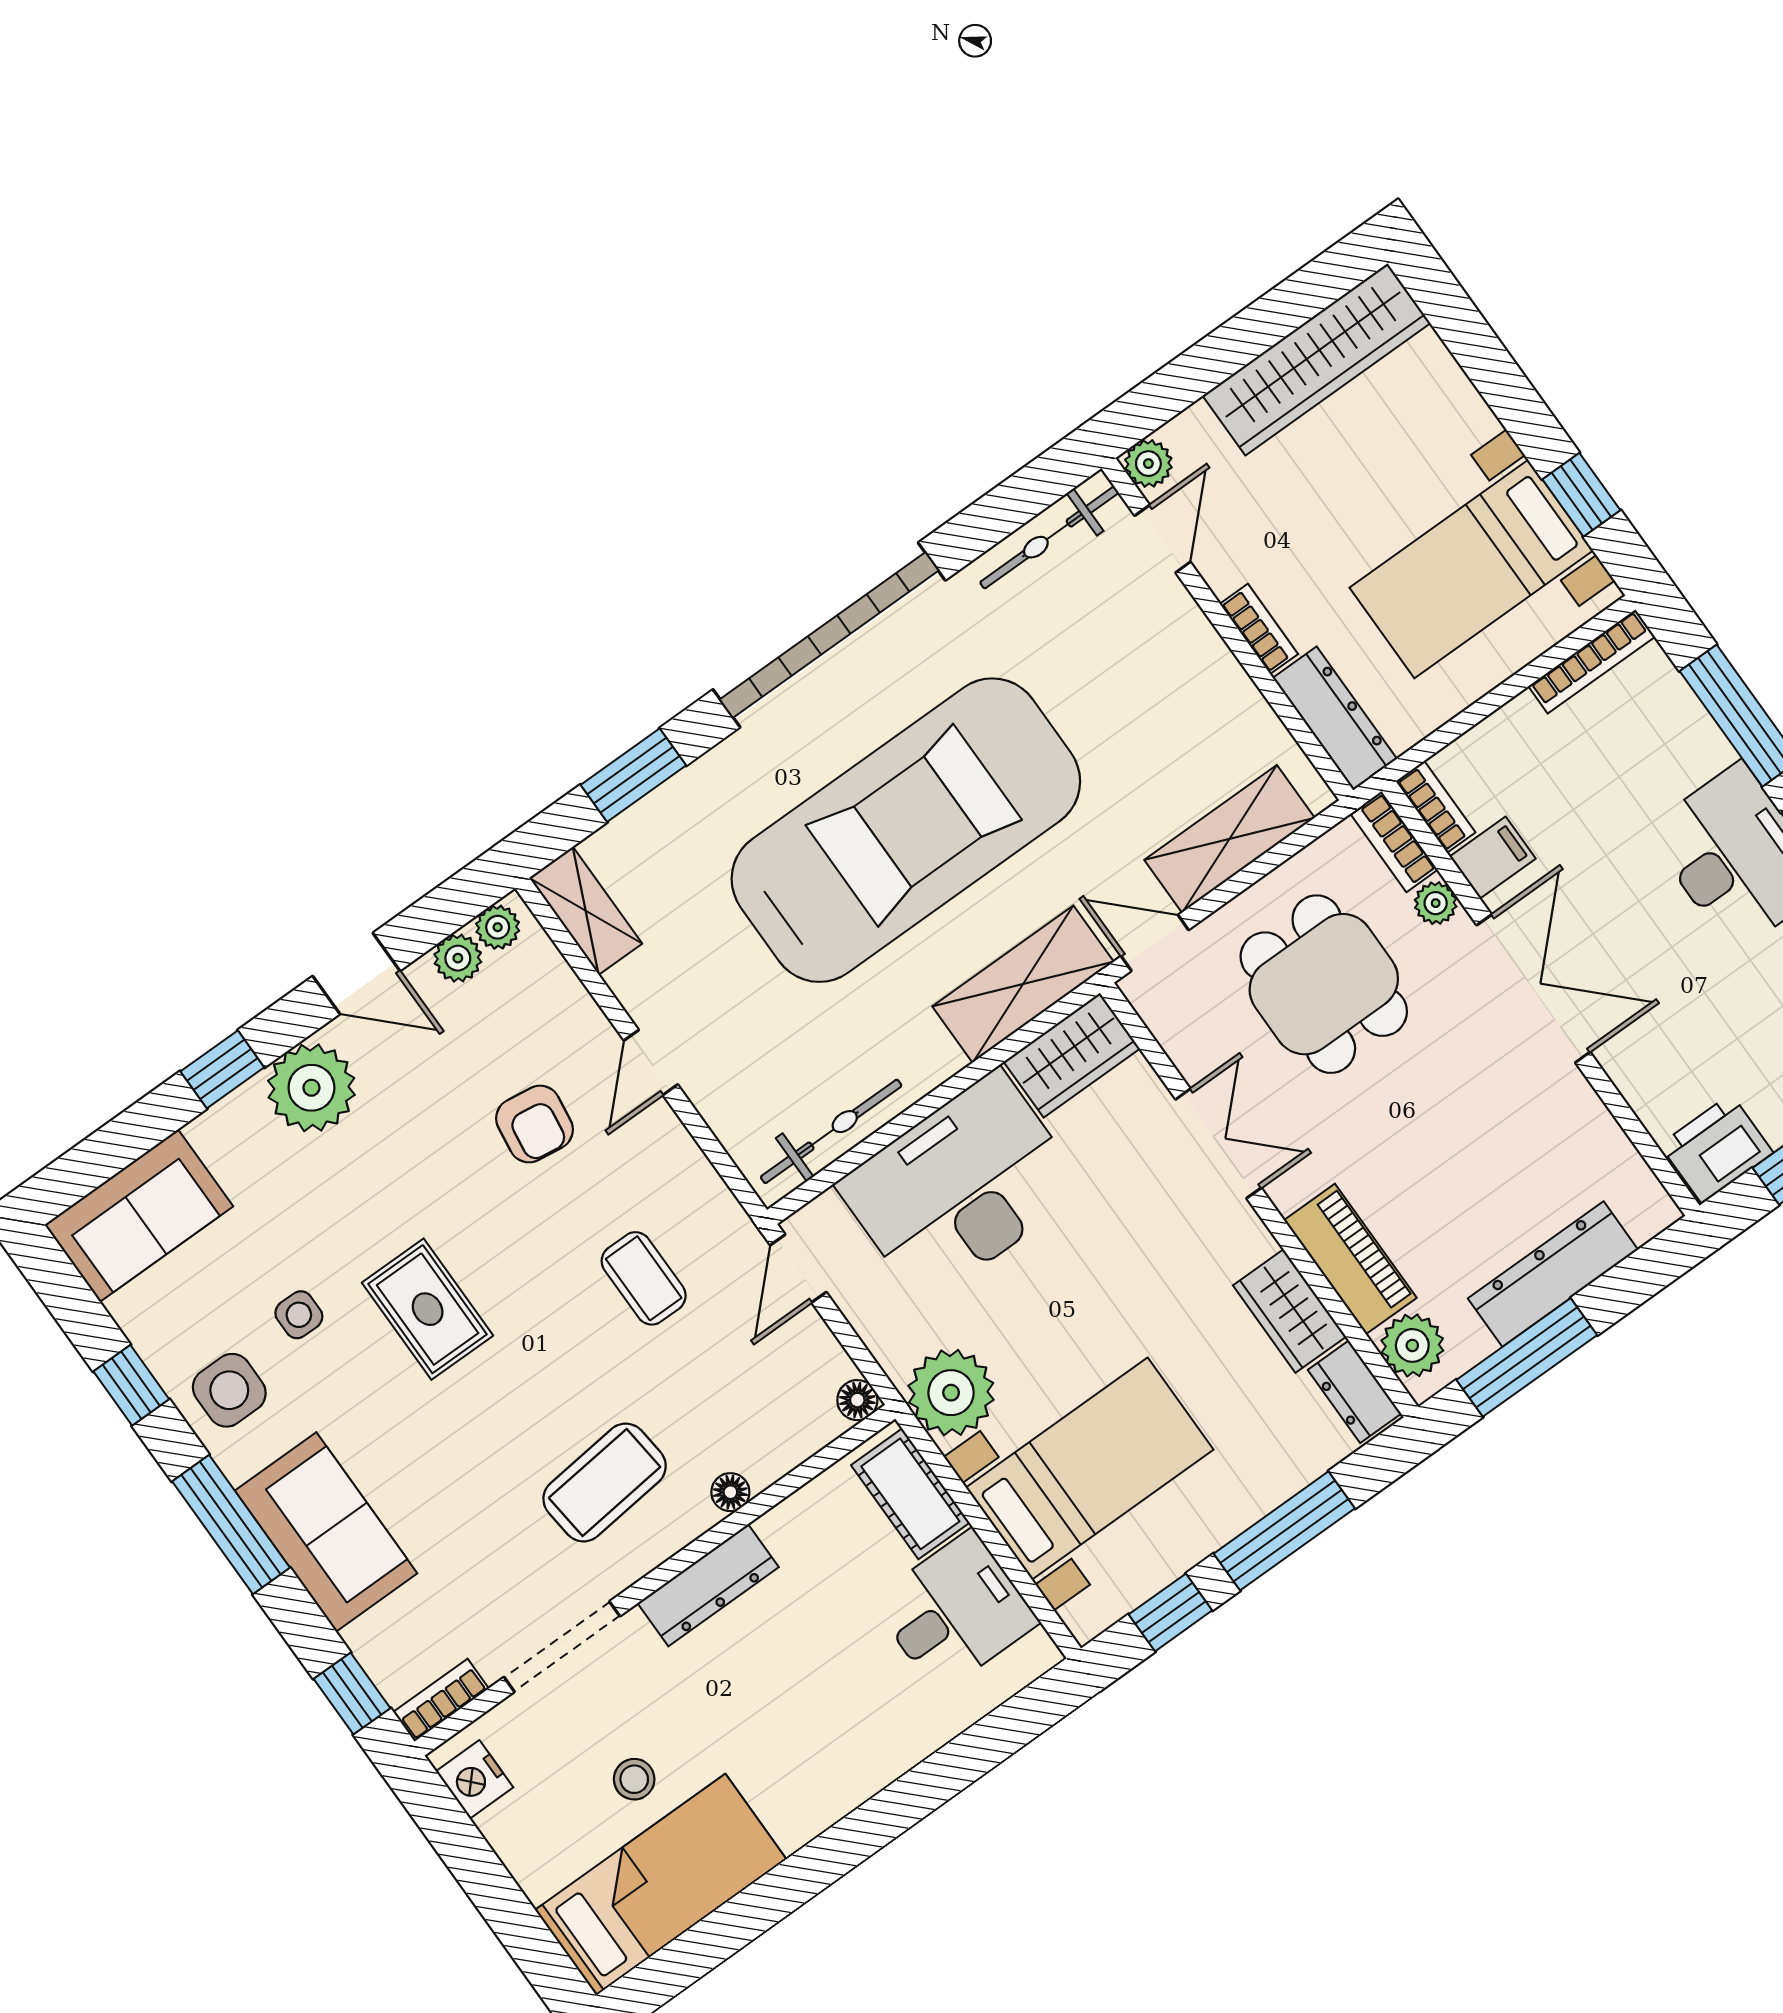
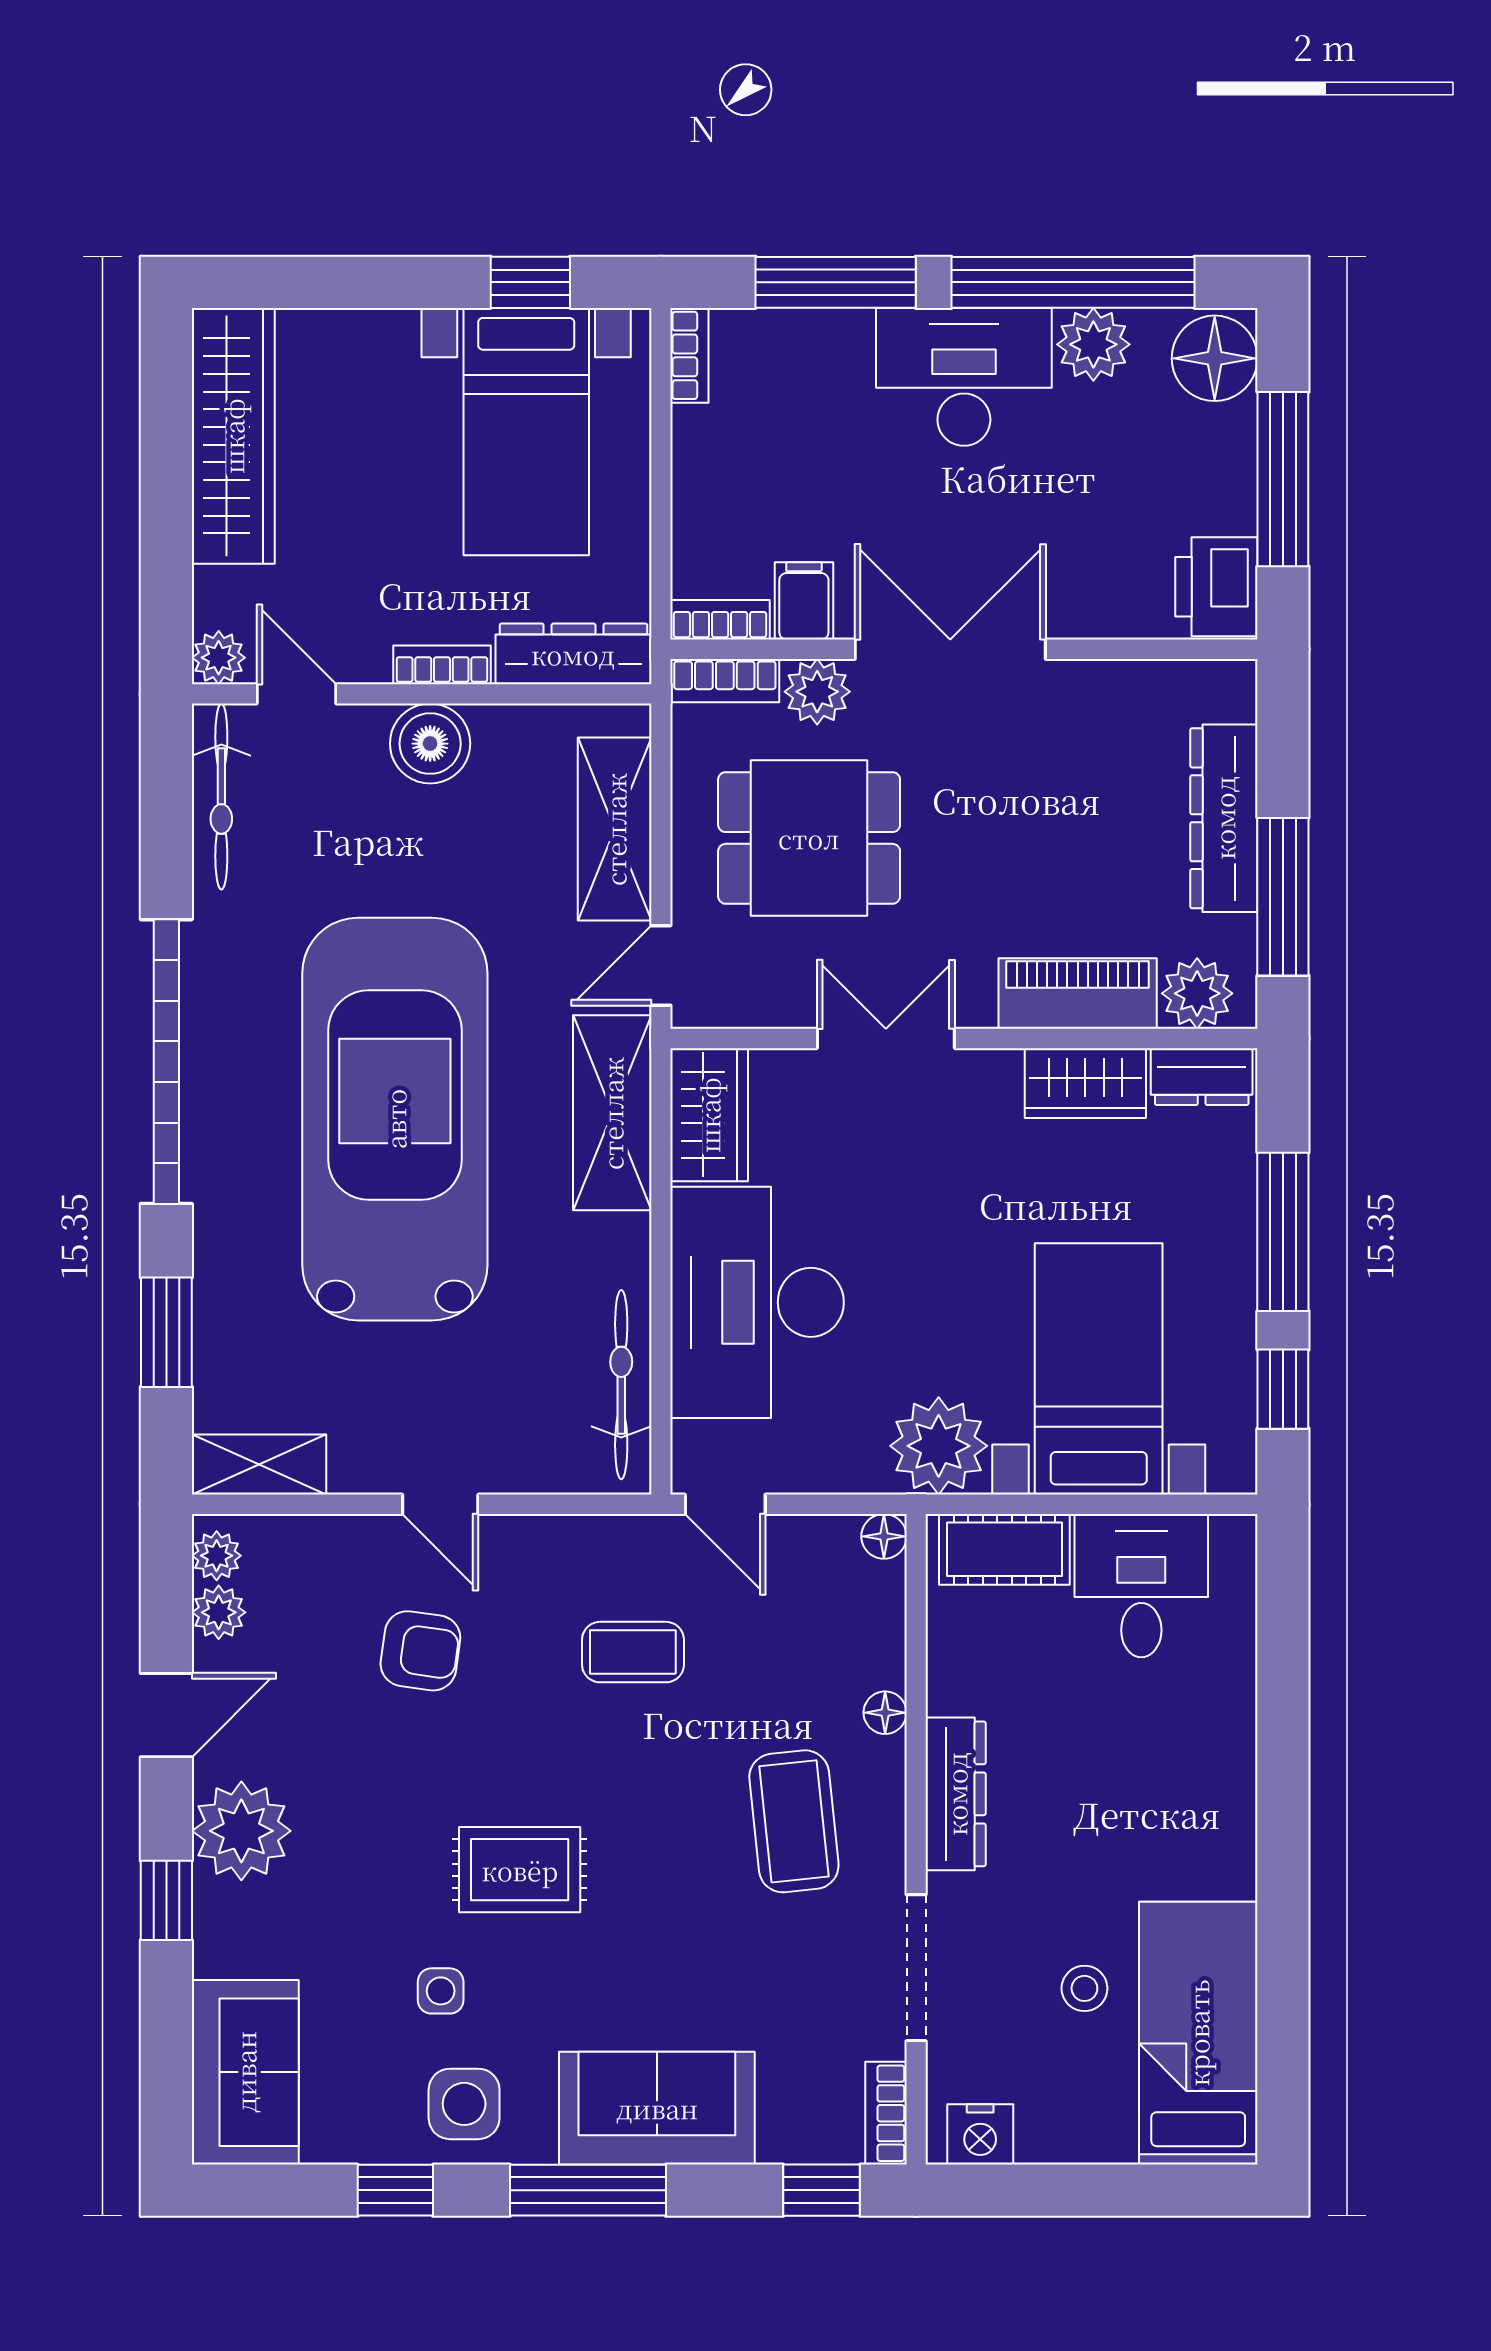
boiler: (1196, 661) -> (430, 744), added
bookcase: (1592, 661) -> (689, 355), width x0.64
plant: (1436, 903) -> (817, 692), width x1.38, depth x1.38

